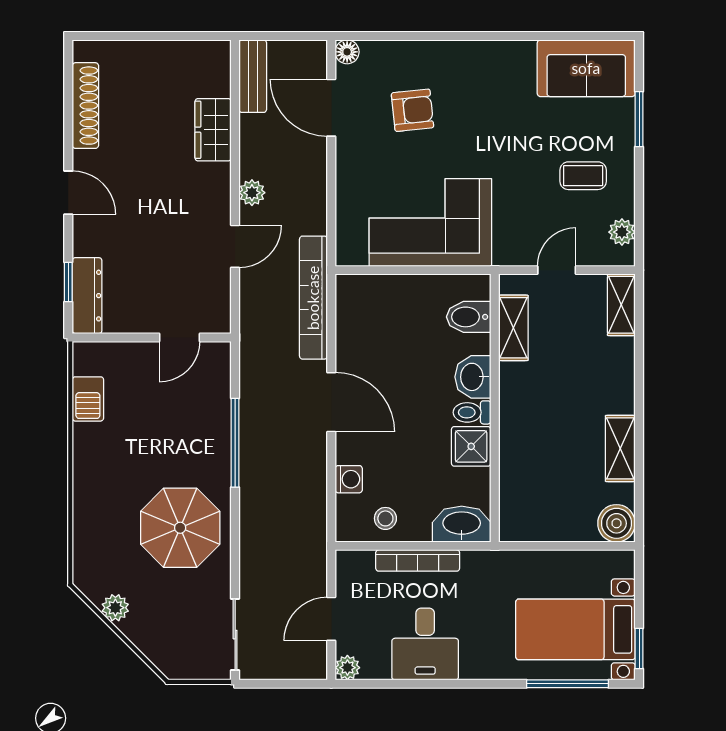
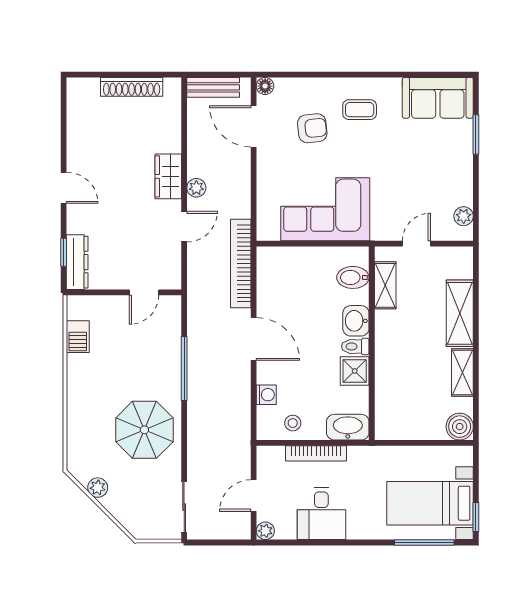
bench: (253, 76) -> (213, 87), moved, turned 90
shoe rack: (85, 106) -> (132, 87), moved, turned 90
wardrobe: (213, 130) -> (168, 176), moved
coffee table: (583, 176) -> (360, 110), moved
shelving: (621, 305) -> (460, 313), moved, width x1.50, depth x1.33

